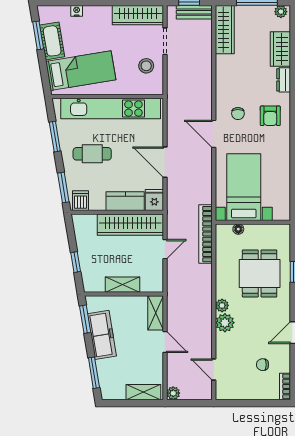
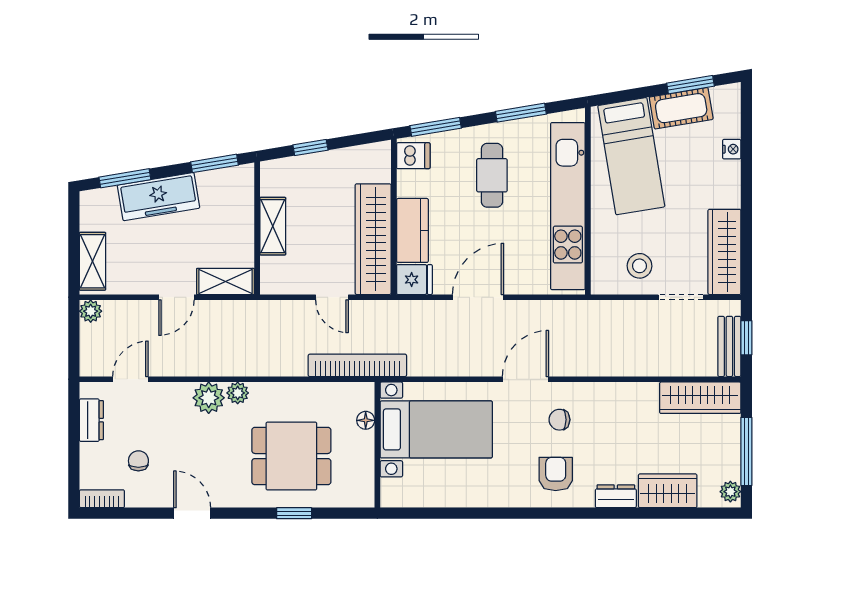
armchair: (270, 116) -> (556, 474), turned 90
freezer: (102, 335) -> (158, 197), moved
dresser: (238, 393) -> (91, 420), added

